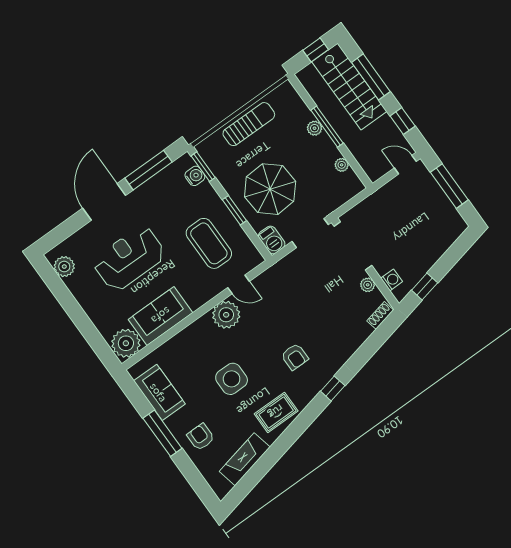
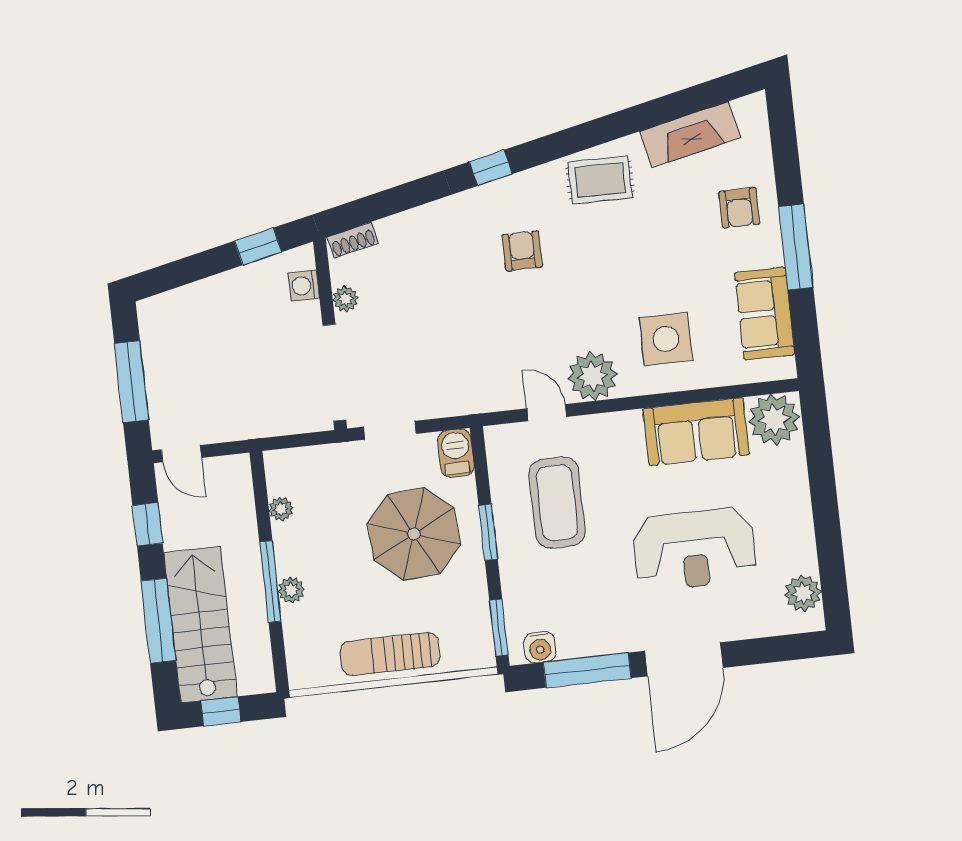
water cooler: (195, 176) -> (540, 647), moved, turned -90
doorway: (310, 233) -> (390, 430), width x0.73
side table: (232, 379) -> (666, 339), moved

